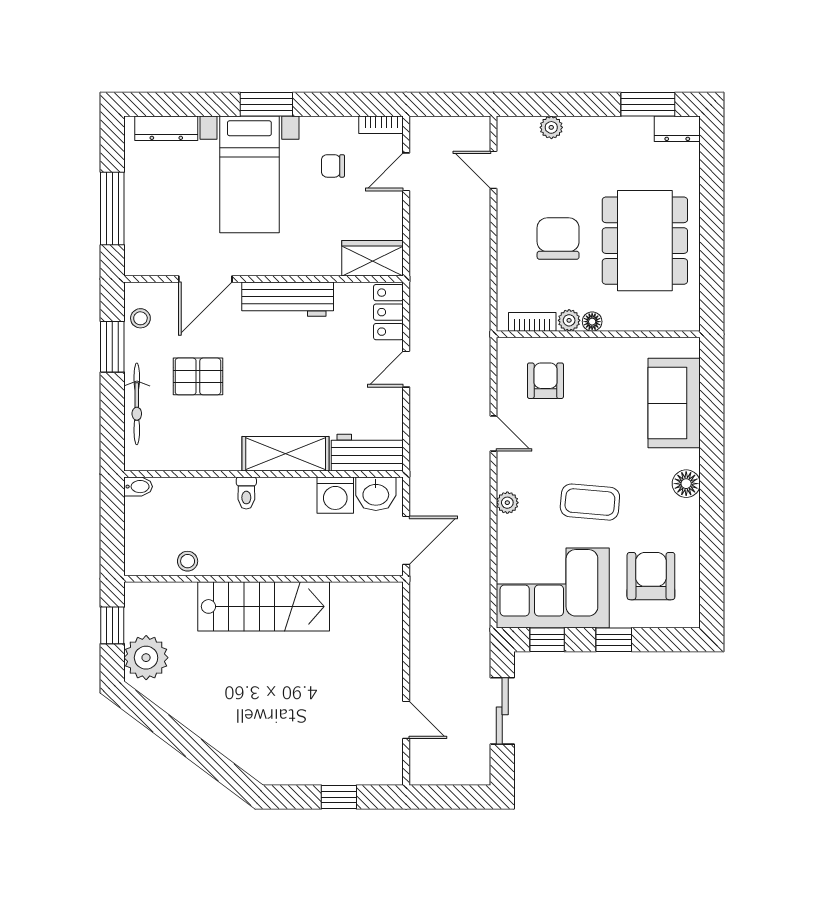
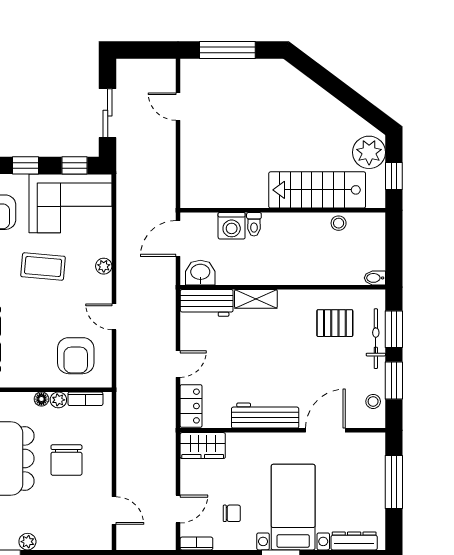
plant: (551, 127) -> (27, 542), moved
pallet: (198, 376) -> (335, 323), moved
armchair: (545, 381) -> (76, 356), width x1.38, depth x1.38
window: (112, 417) -> (394, 329), added
shelving: (286, 454) -> (256, 299), width x0.67, depth x0.75
toilet: (246, 493) -> (254, 224), moved, turned 180
washing machine: (335, 495) -> (232, 226), moved, turned 180
stairs: (264, 606) -> (317, 190), moved
window: (339, 797) -> (227, 50), width x2.17

